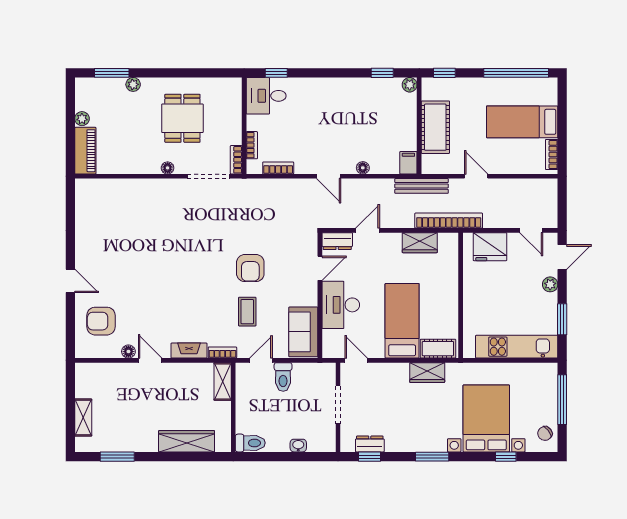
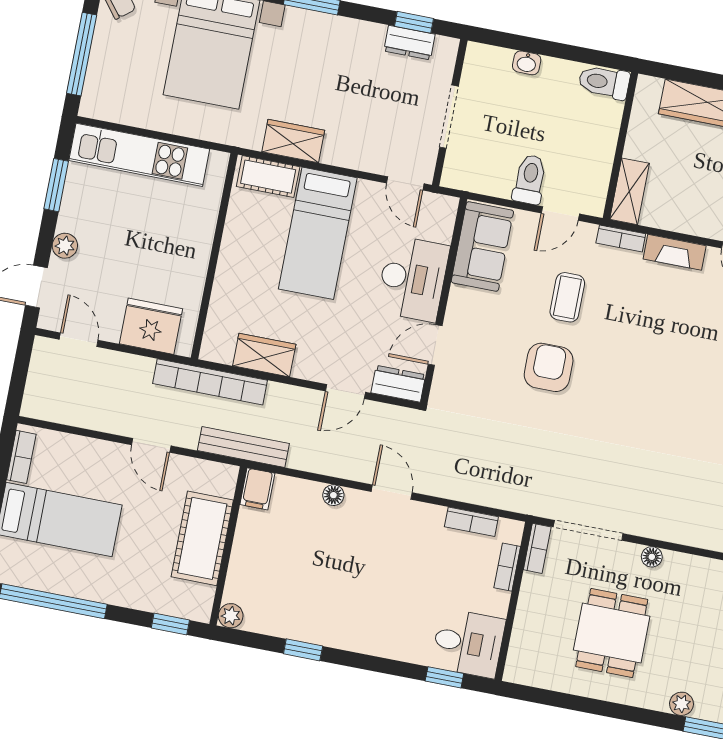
window: (382, 73) -> (303, 650), moved

